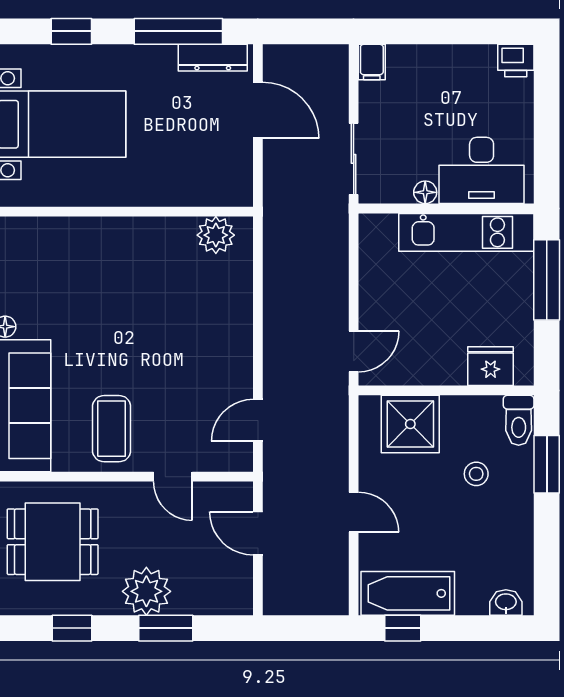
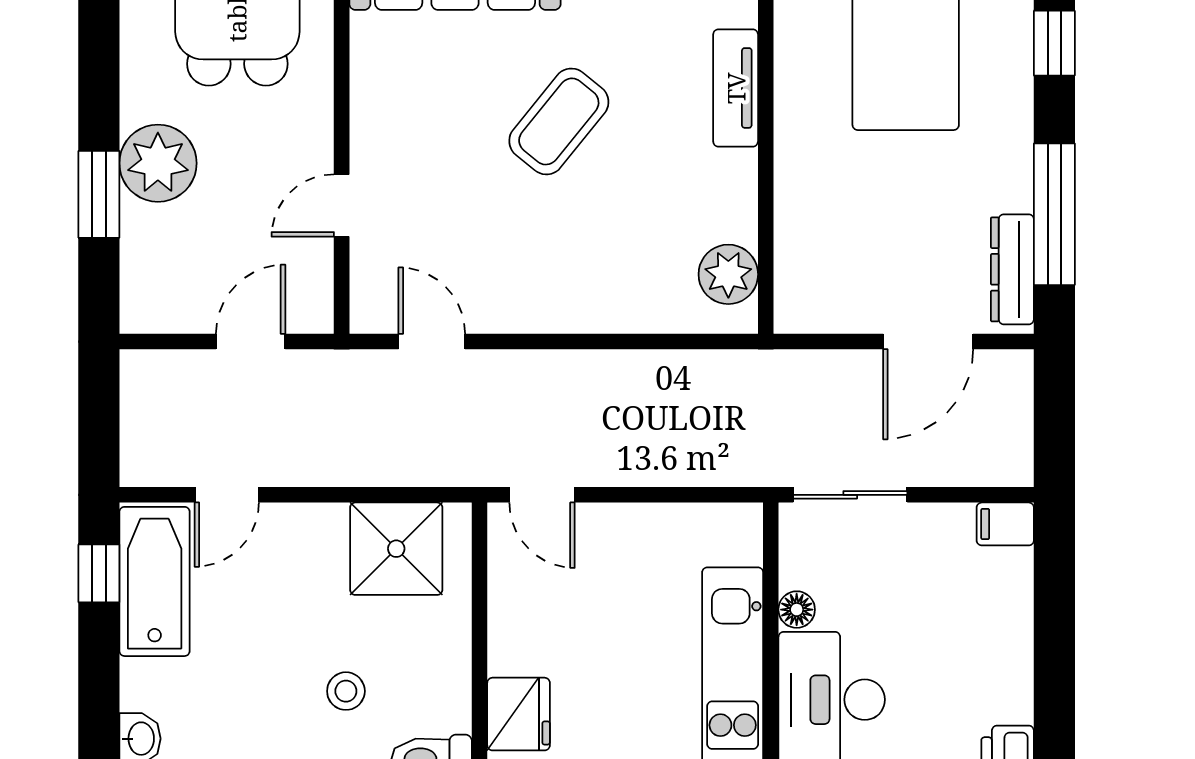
tv unit: (99, 230) -> (736, 88), added
shower: (410, 424) -> (396, 549), moved
coffee table: (112, 429) -> (559, 121), moved, turned -51
door: (354, 512) -> (227, 495), moved
window: (72, 628) -> (99, 44), removed

